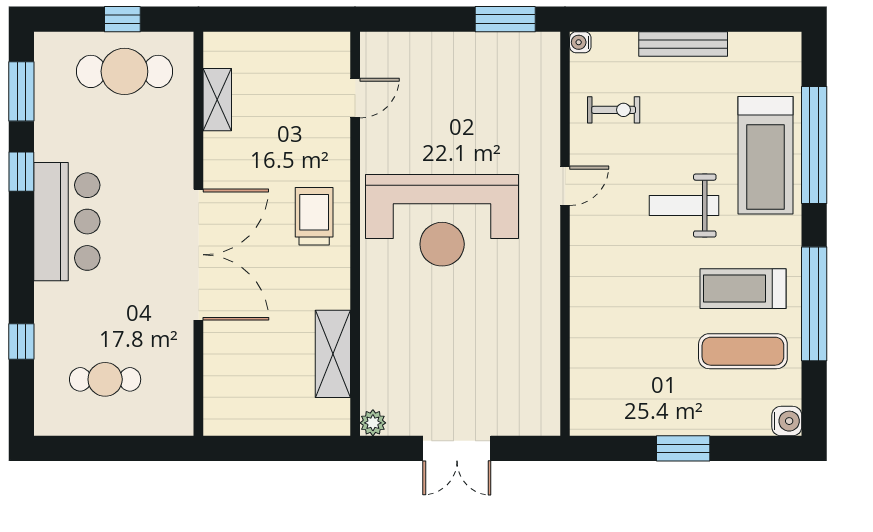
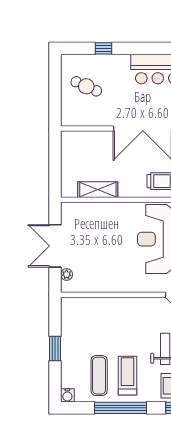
cafe table: (105, 379) -> (86, 86), turned -66
plant: (373, 423) -> (67, 274), moved
double door: (457, 448) -> (55, 246), width x1.37

